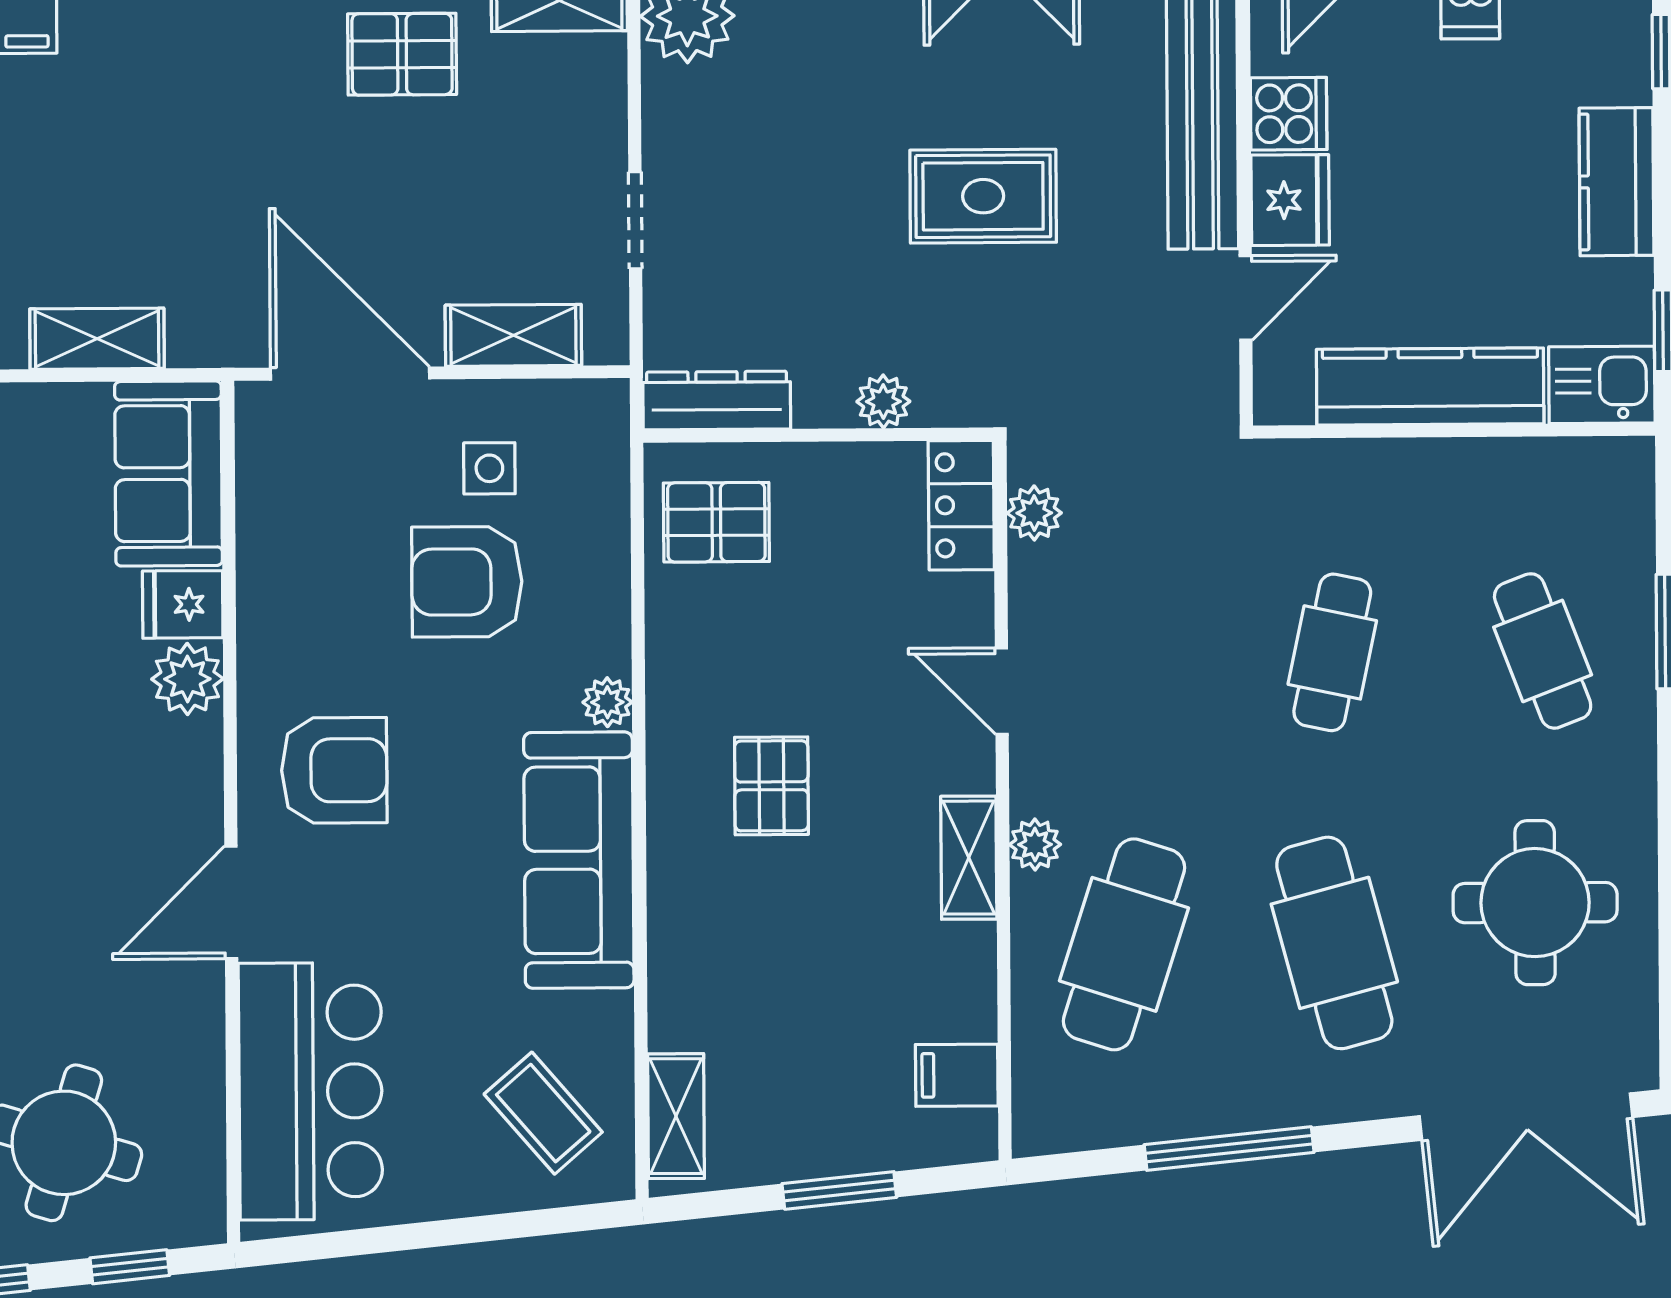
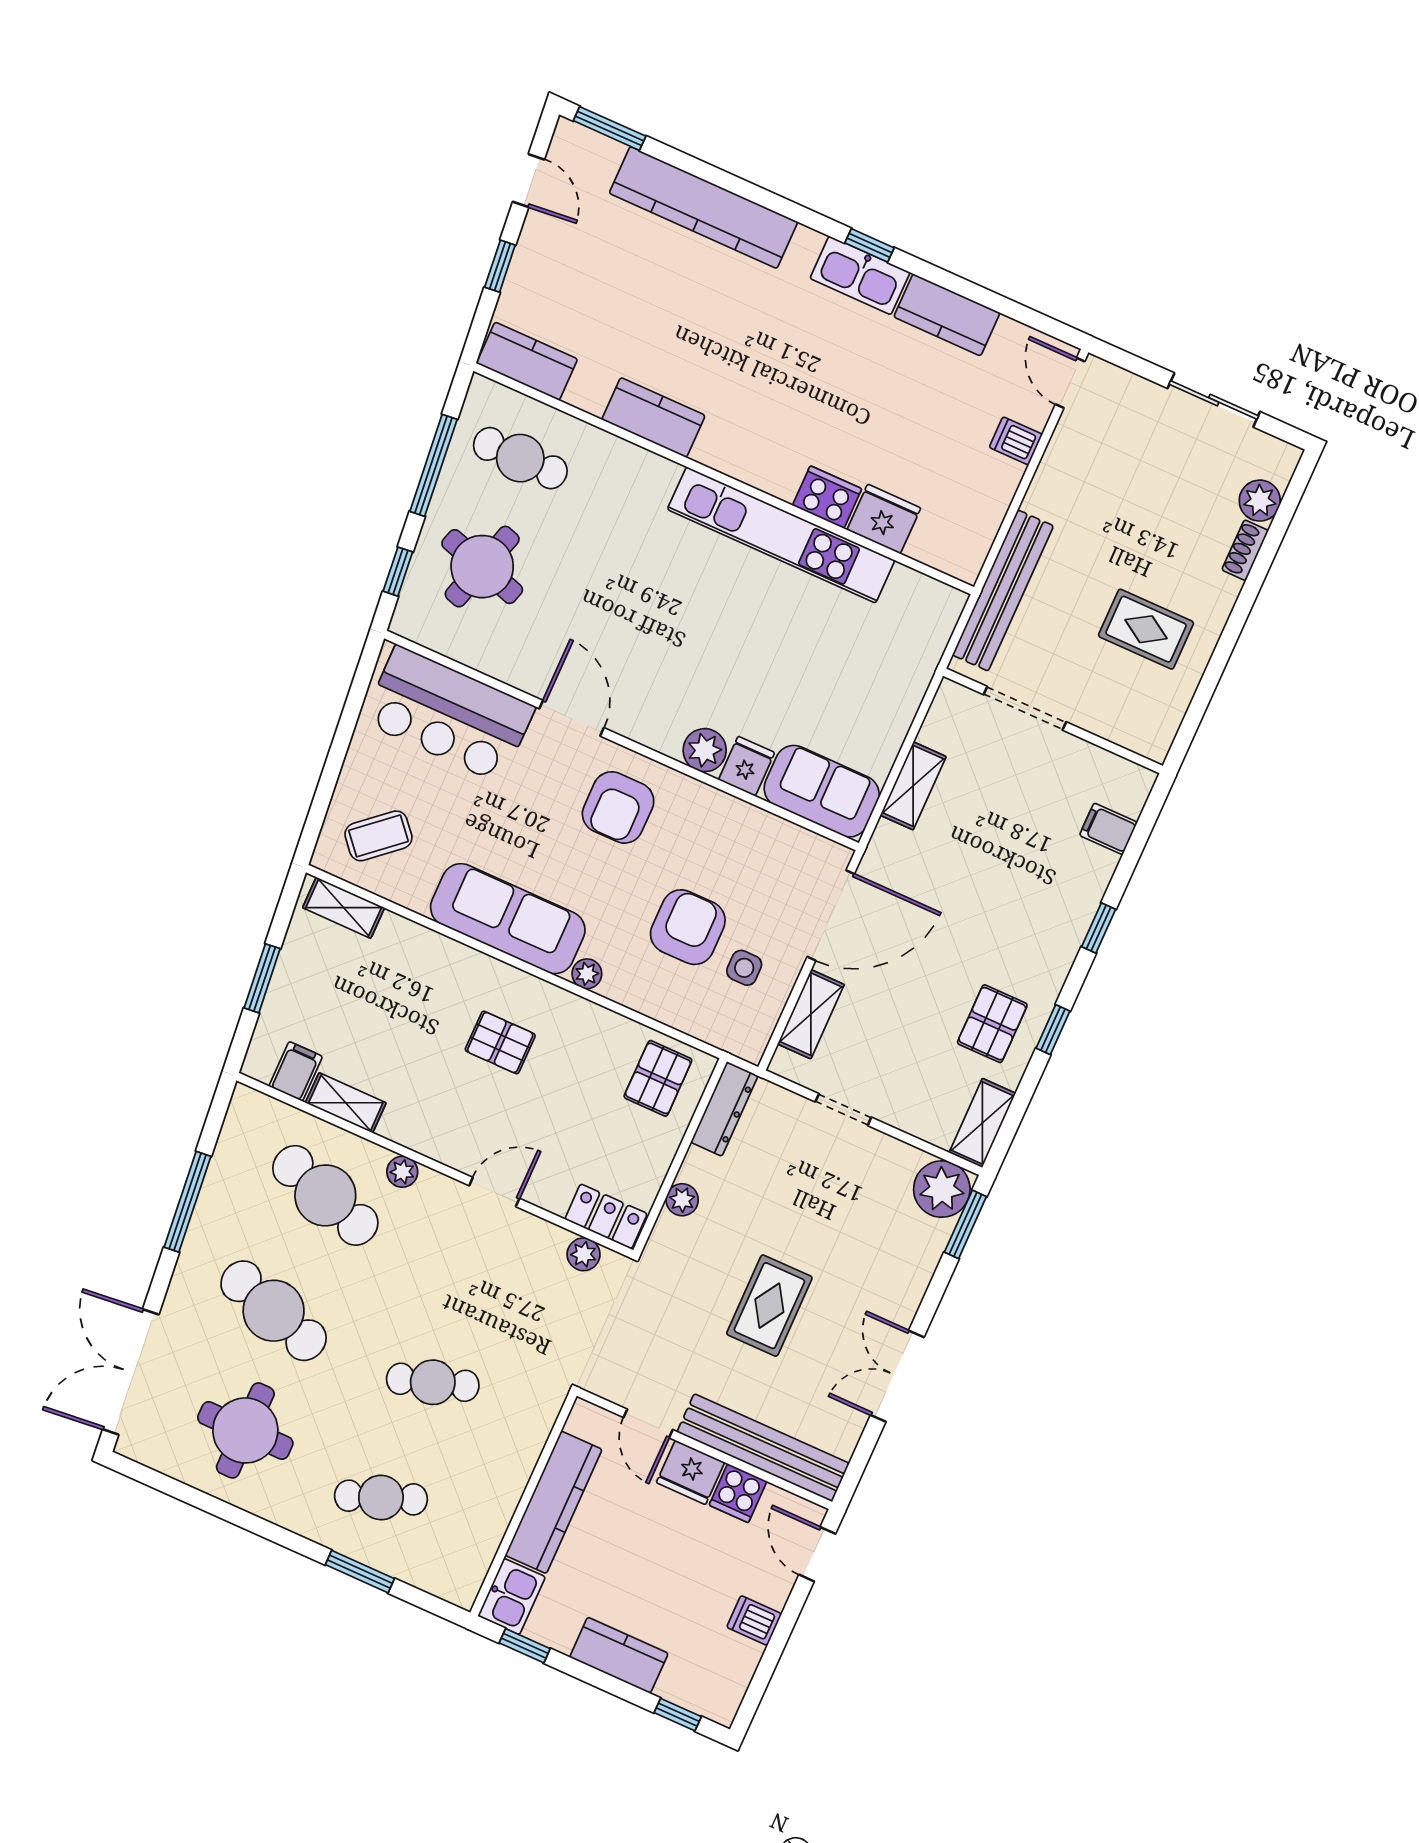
cafe table: (1332, 652) -> (433, 1382), turned -30
shelving: (969, 858) -> (346, 1103), moved
cafe table: (1334, 943) -> (274, 1311), turned 33

